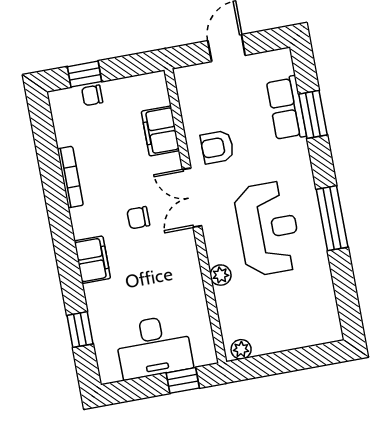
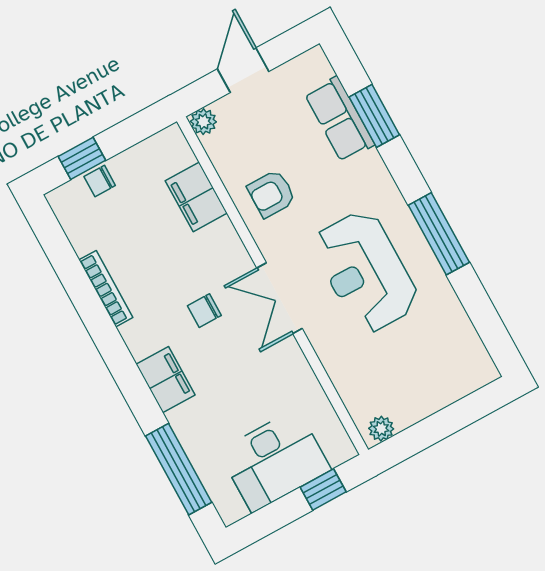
double door: (192, 198) -> (280, 298), moved
reception desk: (268, 228) -> (365, 272), turned 180
plant: (221, 275) -> (203, 122), moved
window: (80, 330) -> (179, 469), width x2.17

